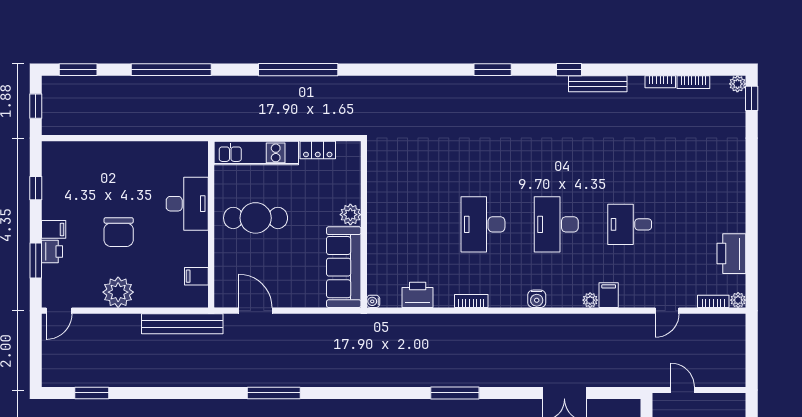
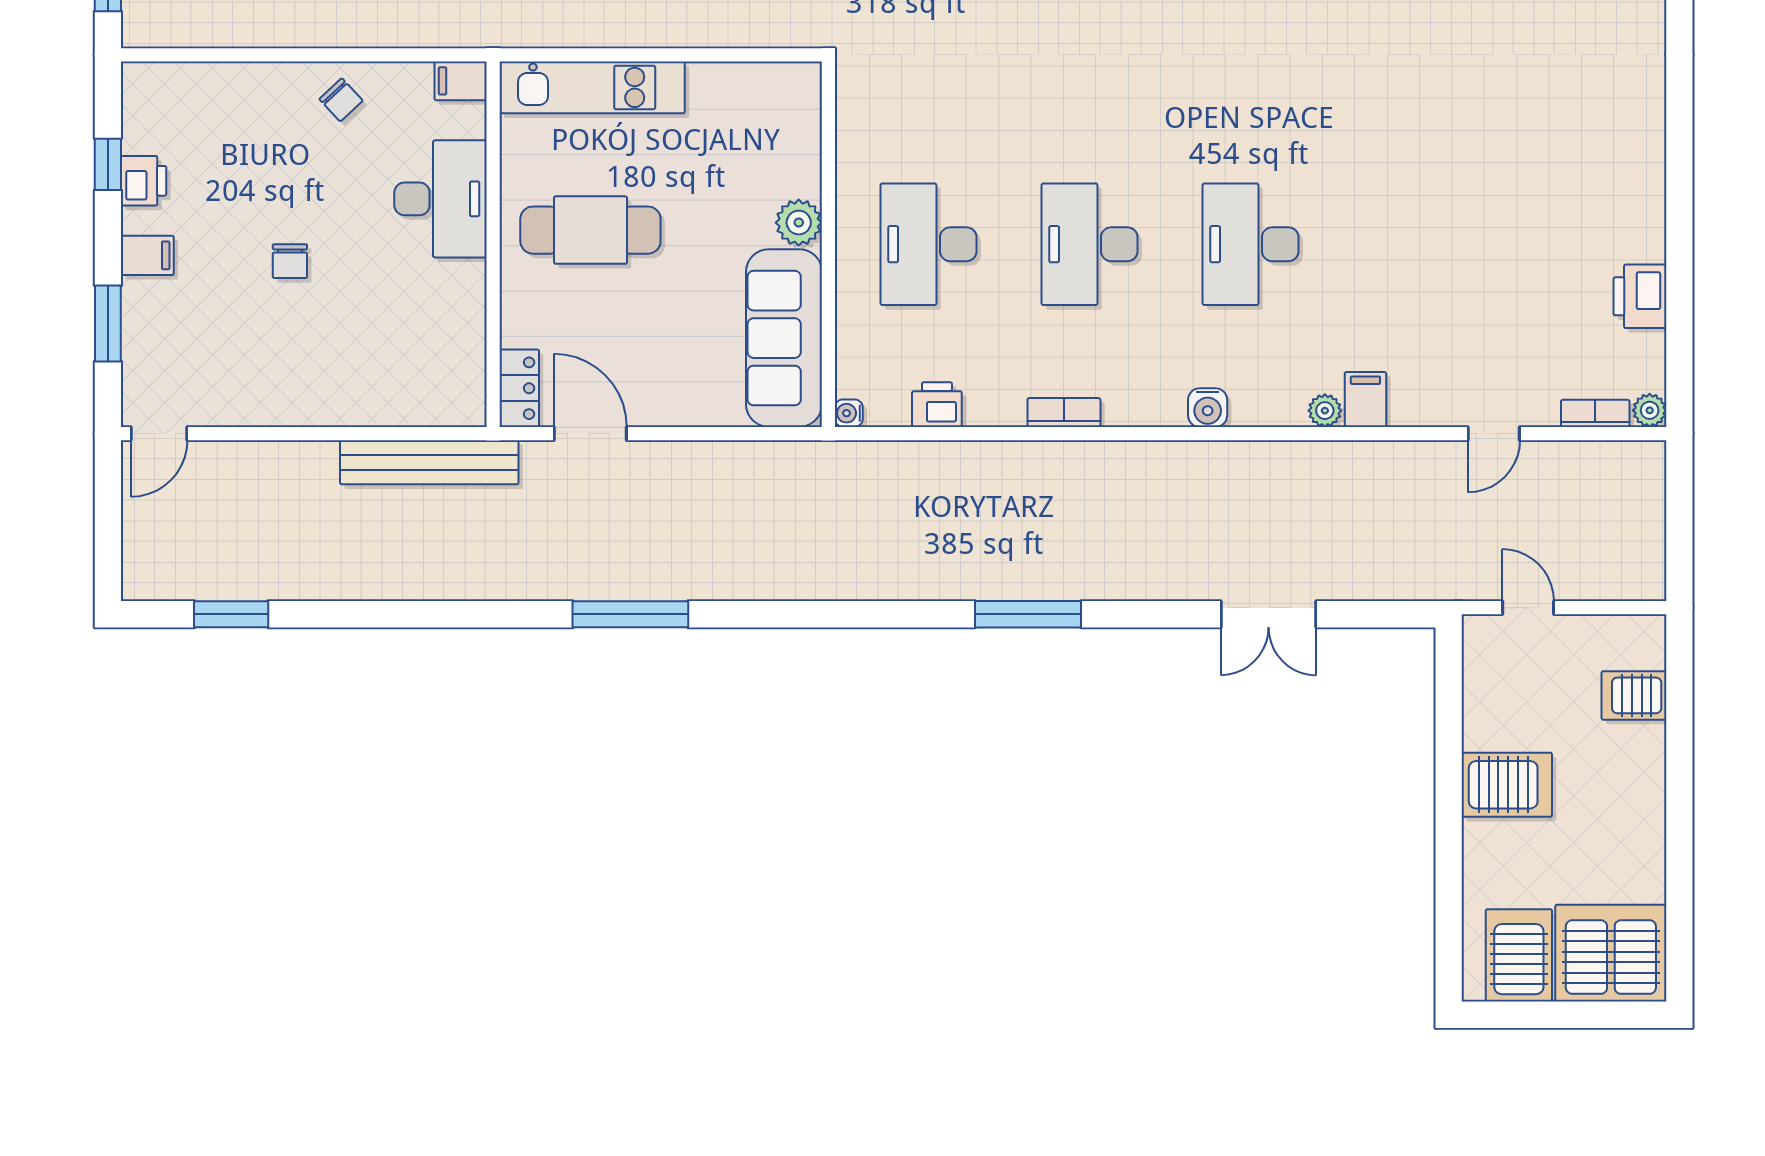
locker: (318, 150) -> (519, 388), moved, turned -90
chair: (142, 159) -> (341, 100), added
desk: (630, 224) -> (929, 244), moved, width x1.37
chair: (119, 232) -> (290, 261), width x0.54, depth x0.54
printer: (52, 251) -> (144, 181), moved
printer: (731, 254) -> (1640, 296), width x0.73, depth x0.84
filing cabinet: (196, 276) -> (461, 81), moved
plant: (118, 292) -> (289, 393), removed
printer: (418, 295) -> (937, 405), width x0.73, depth x0.81

